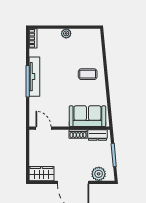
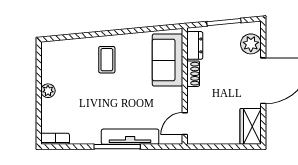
tv unit: (34, 77) -> (130, 137), moved

